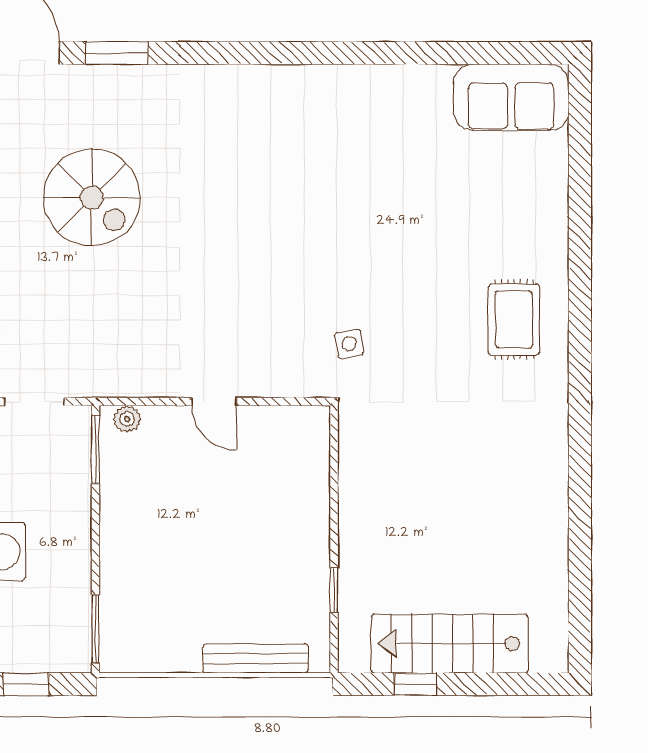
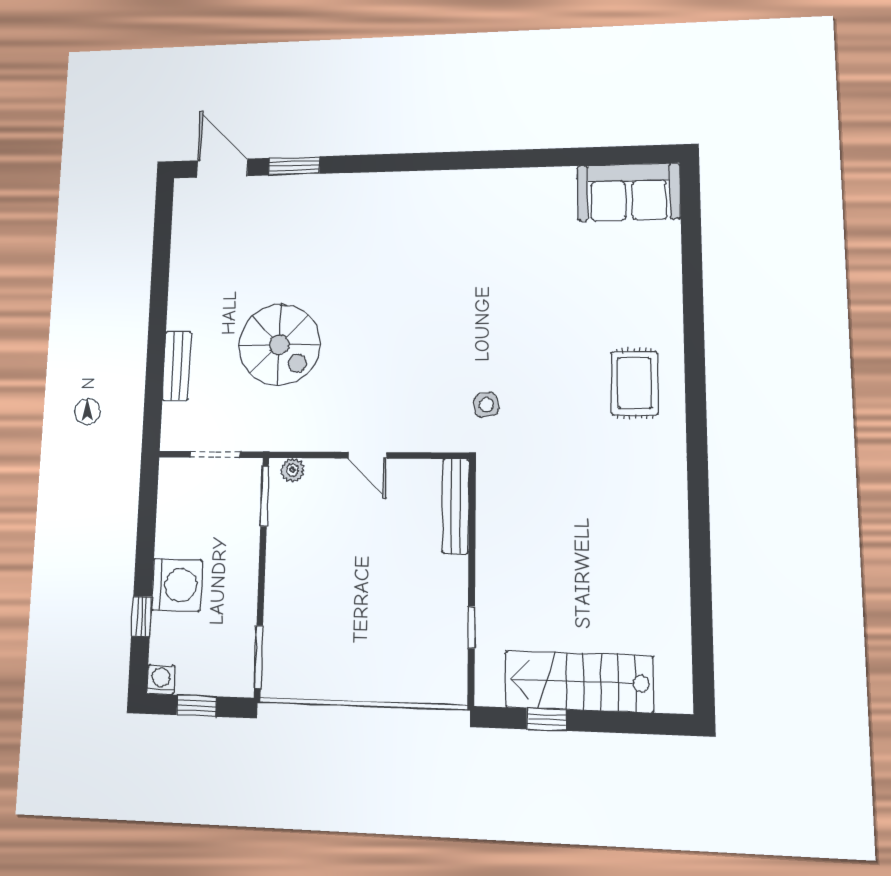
spiral stairs: (92, 198) -> (279, 345), moved
bench: (256, 658) -> (456, 506), moved, turned 90

